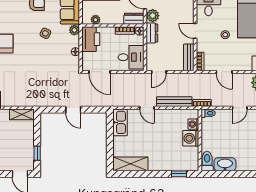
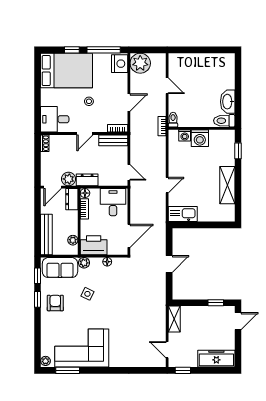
bench: (174, 102) -> (161, 156), removed
shelving: (130, 164) -> (227, 185), moved

